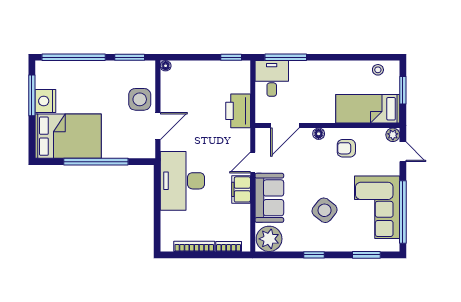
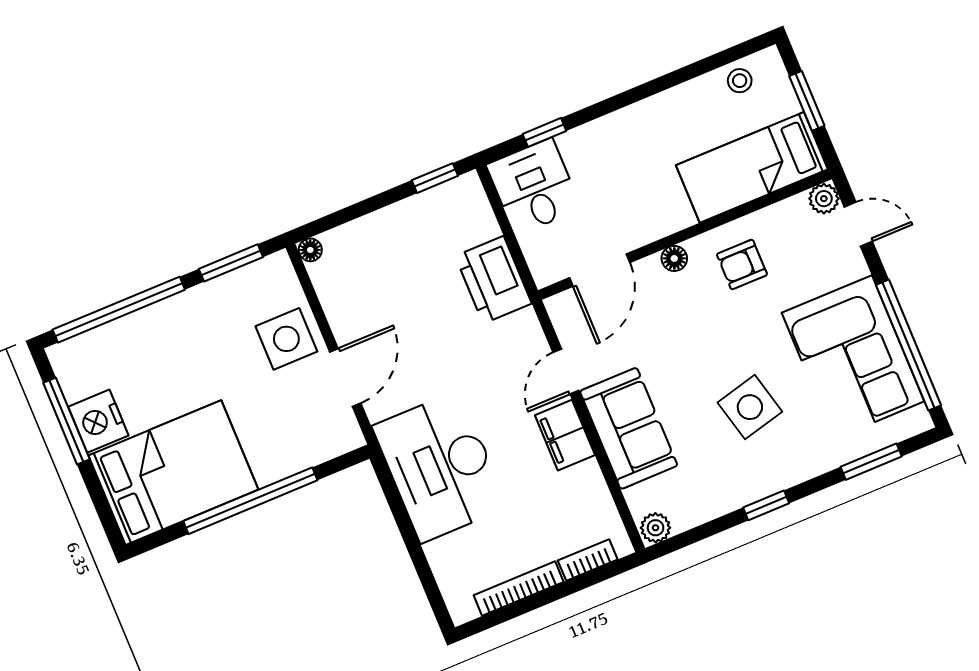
window: (286, 57) -> (544, 132), width x0.46
side table: (325, 210) -> (750, 407), turned 37
plant: (269, 239) -> (656, 528), width x0.53, depth x0.53

